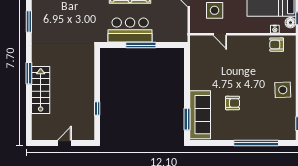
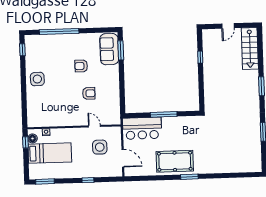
bar counter: (130, 30) -> (142, 128), moved
armchair: (277, 45) -> (89, 93), moved
stairs: (41, 90) -> (250, 49), moved
sofa: (200, 115) -> (109, 49), width x0.73

